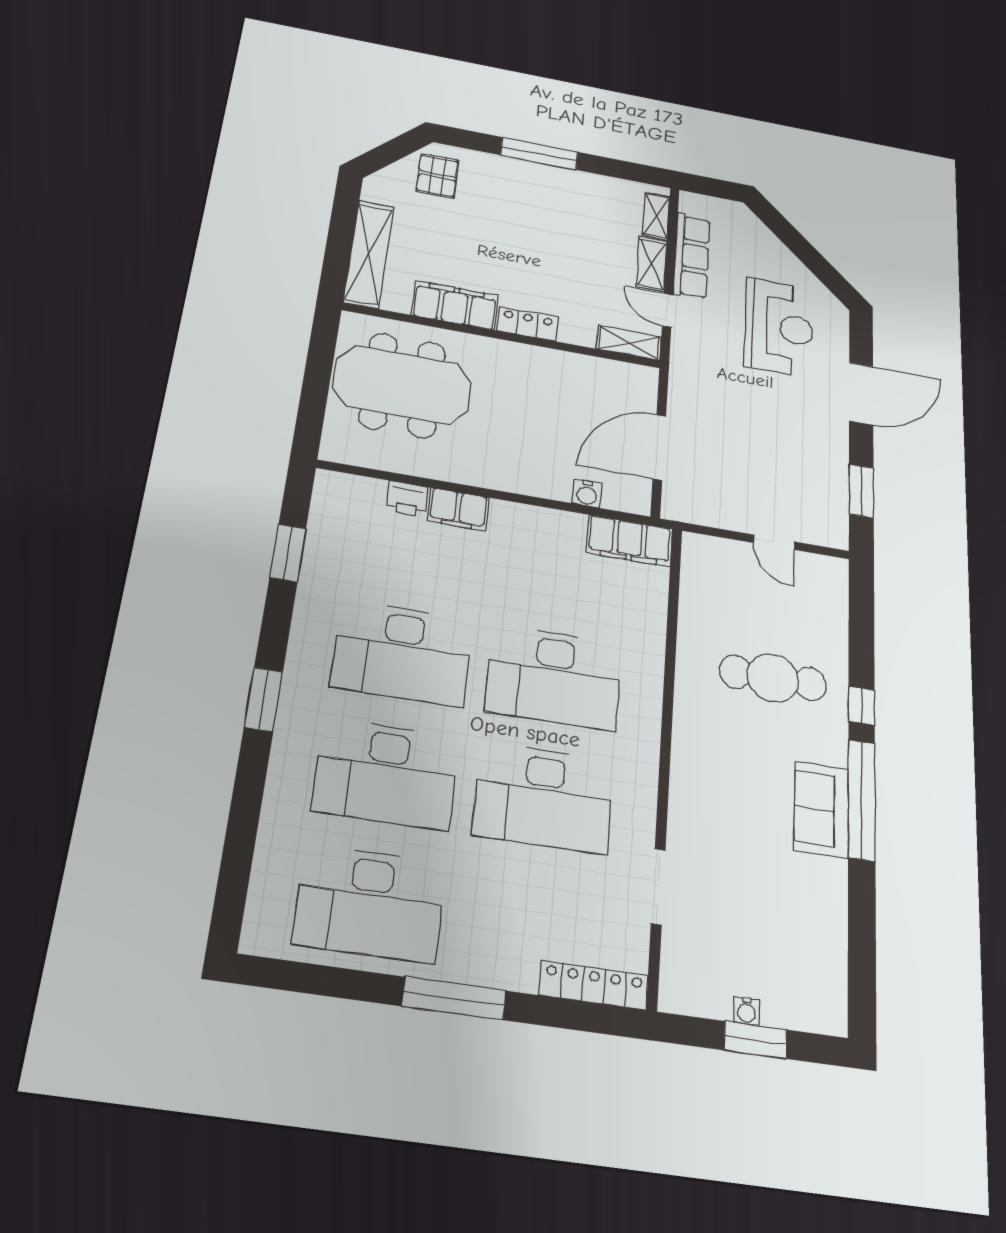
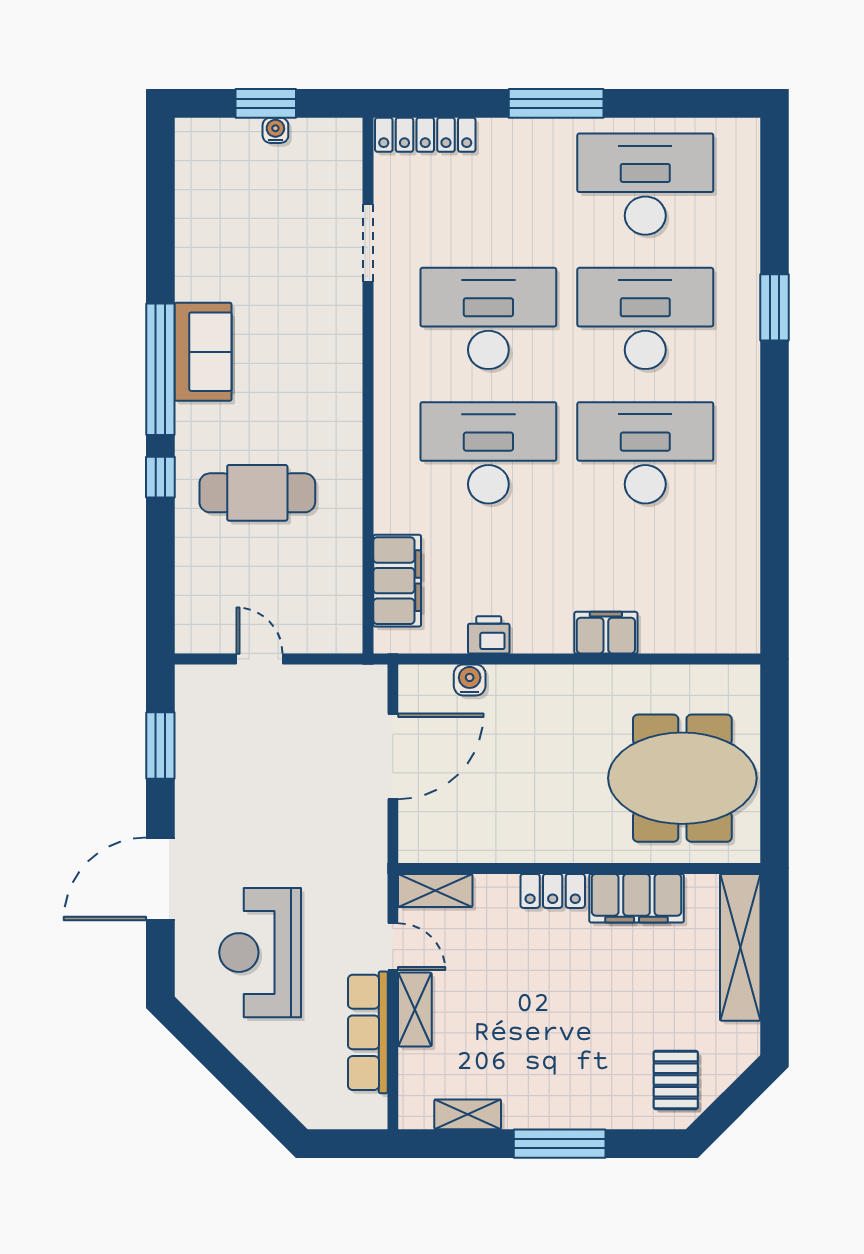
shelving: (656, 216) -> (468, 1114), moved, turned 90
printer: (407, 499) -> (489, 635), moved
filing cabinet: (630, 541) -> (397, 581), moved, turned 90
window: (288, 553) -> (775, 546), removed
window: (264, 699) -> (775, 307), moved

